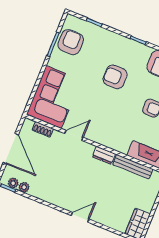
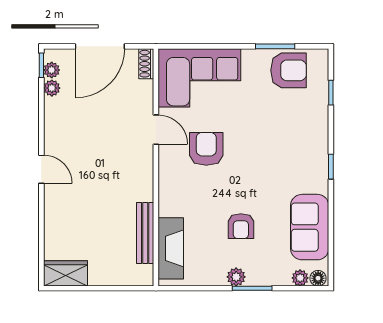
armchair: (115, 77) -> (206, 149), moved
shoe rack: (43, 129) -> (146, 64), moved
dresser: (104, 155) -> (145, 185), removed
door: (80, 217) -> (41, 169), moved

